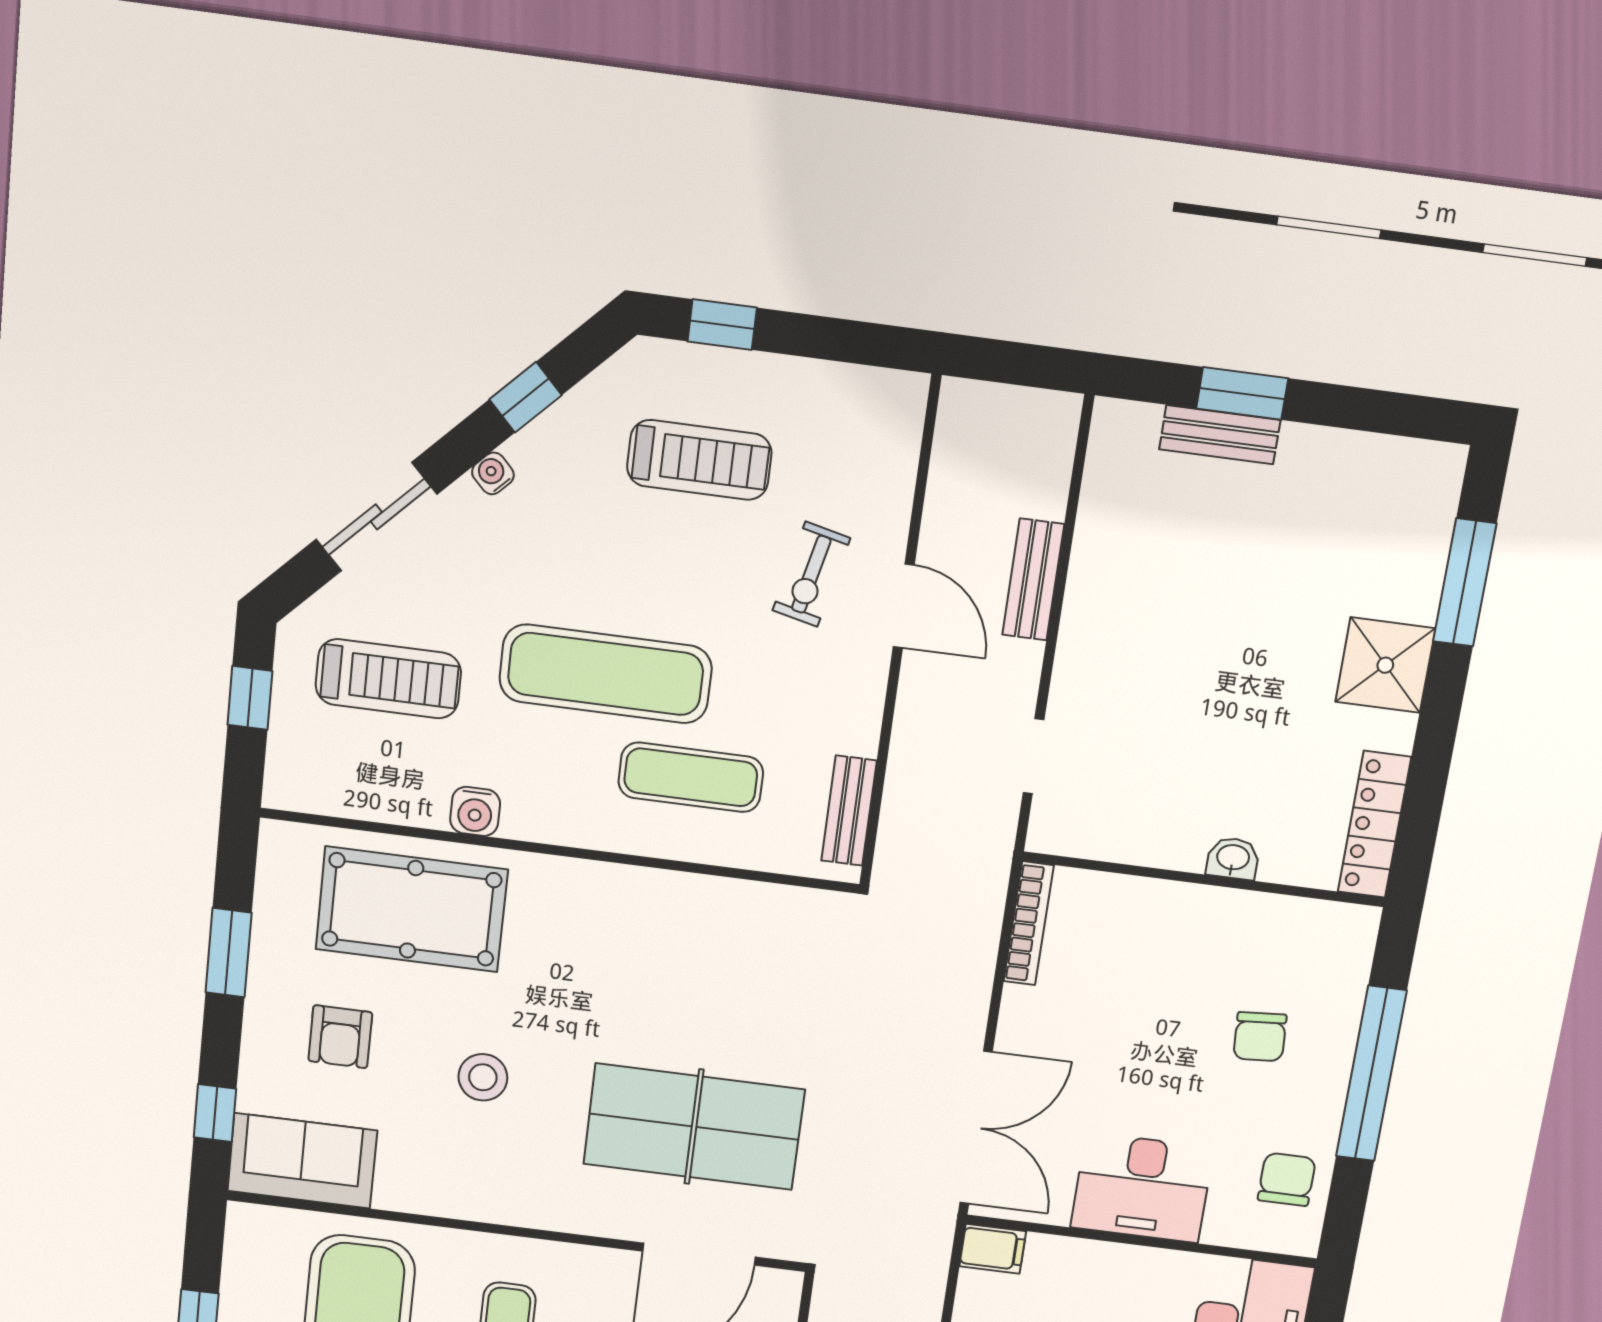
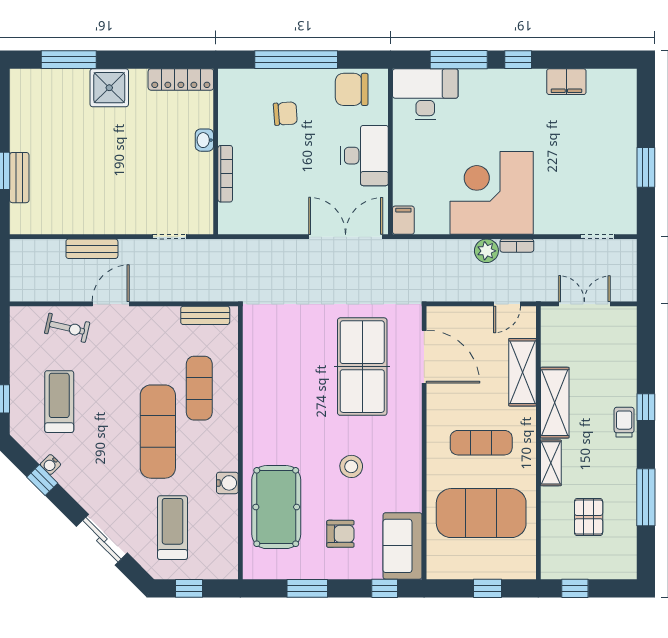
water cooler: (493, 473) -> (50, 465), moved
exercise bike: (811, 574) -> (67, 328), moved
bookcase: (1029, 923) -> (225, 174), moved, turned 90
chair: (1287, 1179) -> (352, 89), width x1.37, depth x1.37

